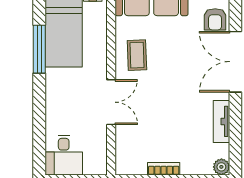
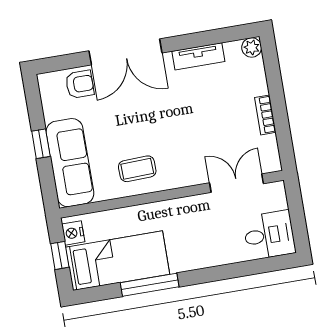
double door: (111, 102) -> (237, 183), moved

